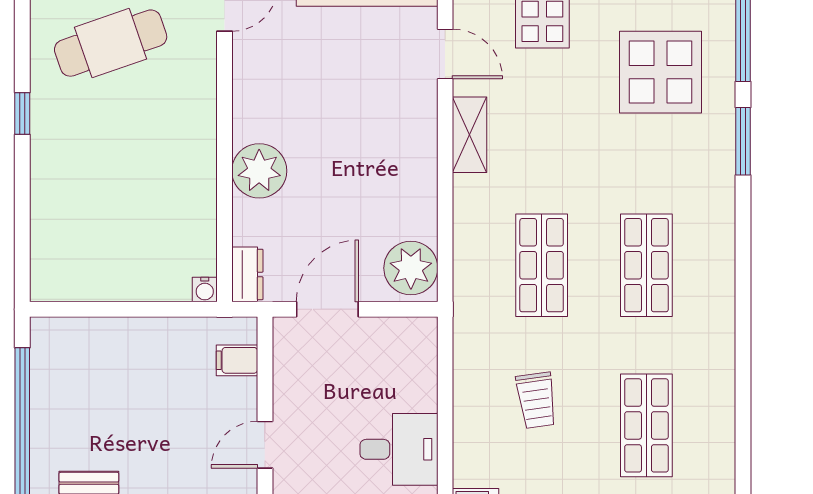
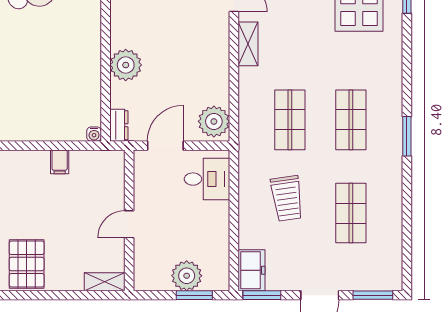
window: (743, 141) -> (407, 136), moved
filing cabinet: (237, 360) -> (60, 162), moved, turned -90
trolley: (536, 400) -> (287, 198), width x1.36, depth x1.39
desk: (399, 449) -> (207, 179), moved

